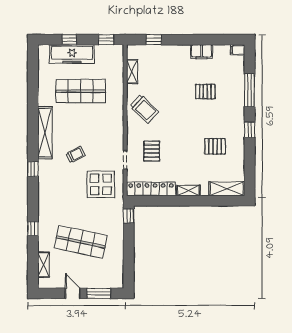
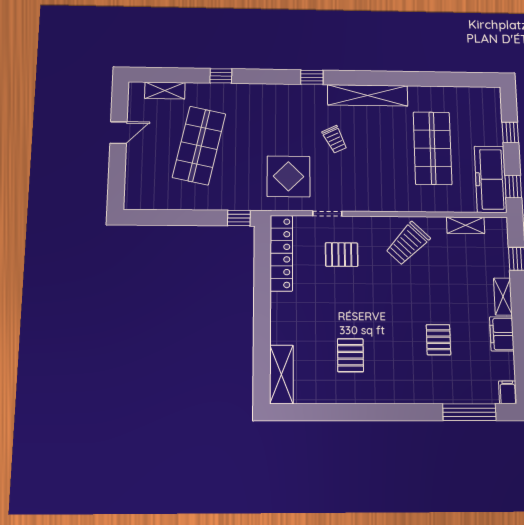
freezer: (72, 54) -> (491, 179), moved
window: (250, 90) -> (469, 412), moved
window: (250, 130) -> (378, 412), removed
shelving: (188, 191) -> (503, 297), moved
window: (99, 293) -> (117, 172), removed

